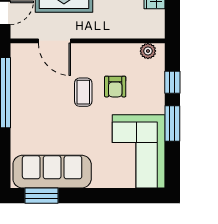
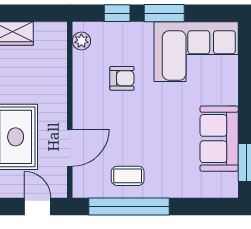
coffee table: (83, 92) -> (128, 176), moved
sofa: (52, 172) -> (219, 139), width x0.73

